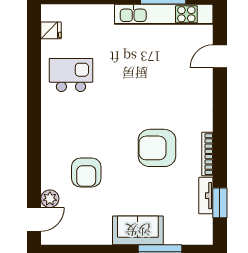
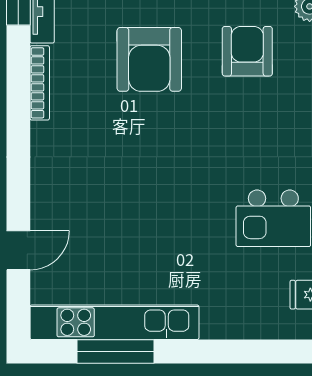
armchair: (157, 148) -> (149, 59), moved, turned 90

